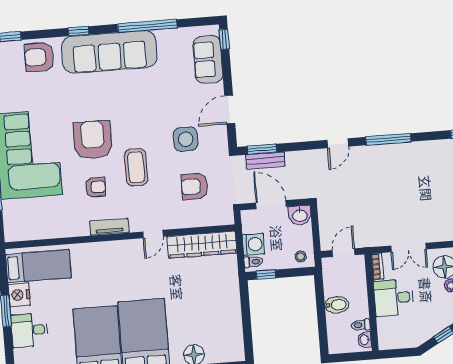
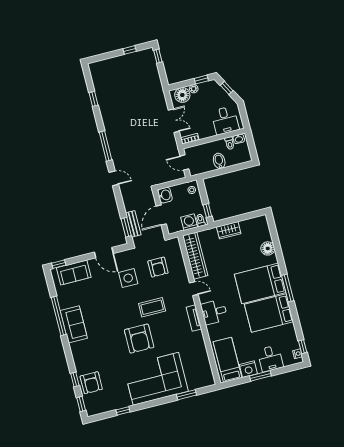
window: (79, 31) -> (75, 379), moved
sofa: (109, 52) -> (74, 324), width x0.54, depth x0.79
armchair: (93, 140) -> (139, 339), turned -90
armchair: (96, 187) -> (170, 331), removed
desk: (113, 258) -> (214, 312), added
desk: (394, 298) -> (225, 120), moved
wardrobe: (231, 301) -> (229, 230), added

